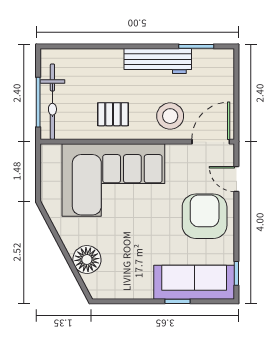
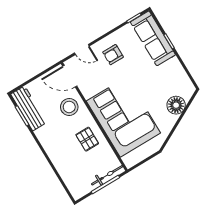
workbench: (158, 61) -> (29, 108), moved
bicycle: (52, 102) -> (107, 175), width x0.73, depth x0.71
door: (236, 179) -> (82, 49), hinge flipped
armchair: (205, 216) -> (113, 55), width x0.53, depth x0.53

